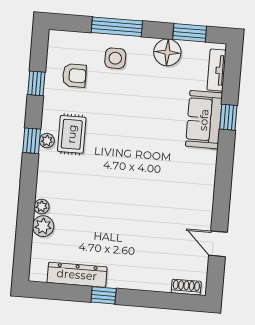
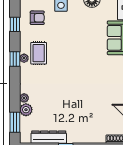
window: (23, 246) -> (15, 122), added

